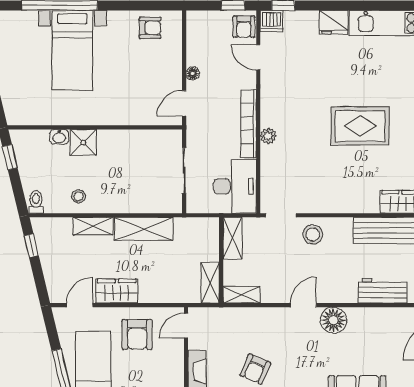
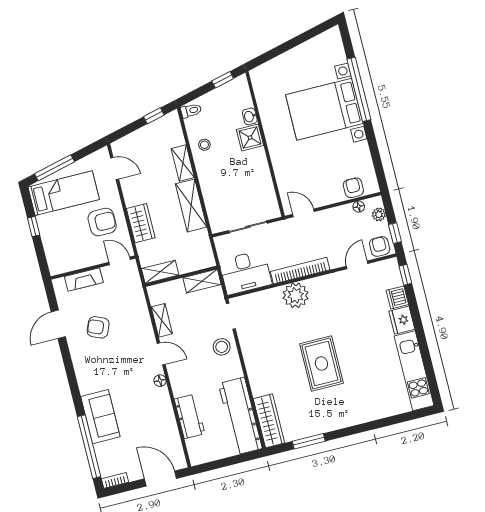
plant: (207, 18) -> (379, 214), added
dishwasher: (272, 21) -> (397, 297), moved
armchair: (244, 27) -> (380, 246), turned 90
armchair: (150, 28) -> (353, 188), moved, turned 180
bed with nightstands: (72, 50) -> (324, 109), width x1.36
floor lamp: (193, 74) -> (359, 207), moved
plant: (268, 136) -> (296, 295), width x1.88, depth x1.88
wardrobe: (117, 291) -> (141, 223), moved
shelving: (242, 295) -> (162, 320), moved
floor lamp: (333, 320) -> (160, 381), width x0.53, depth x0.53
armchair: (137, 335) -> (102, 222), turned 180

